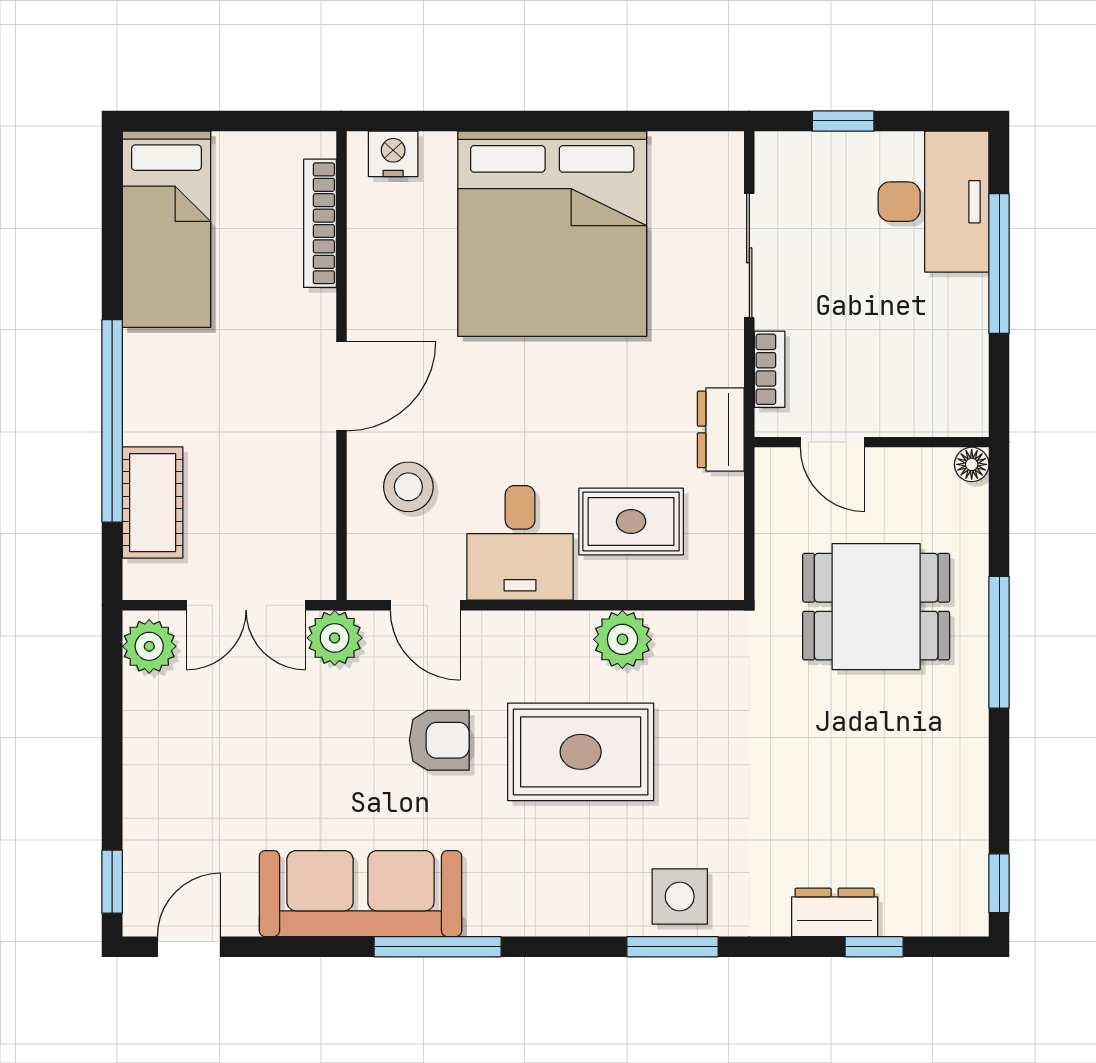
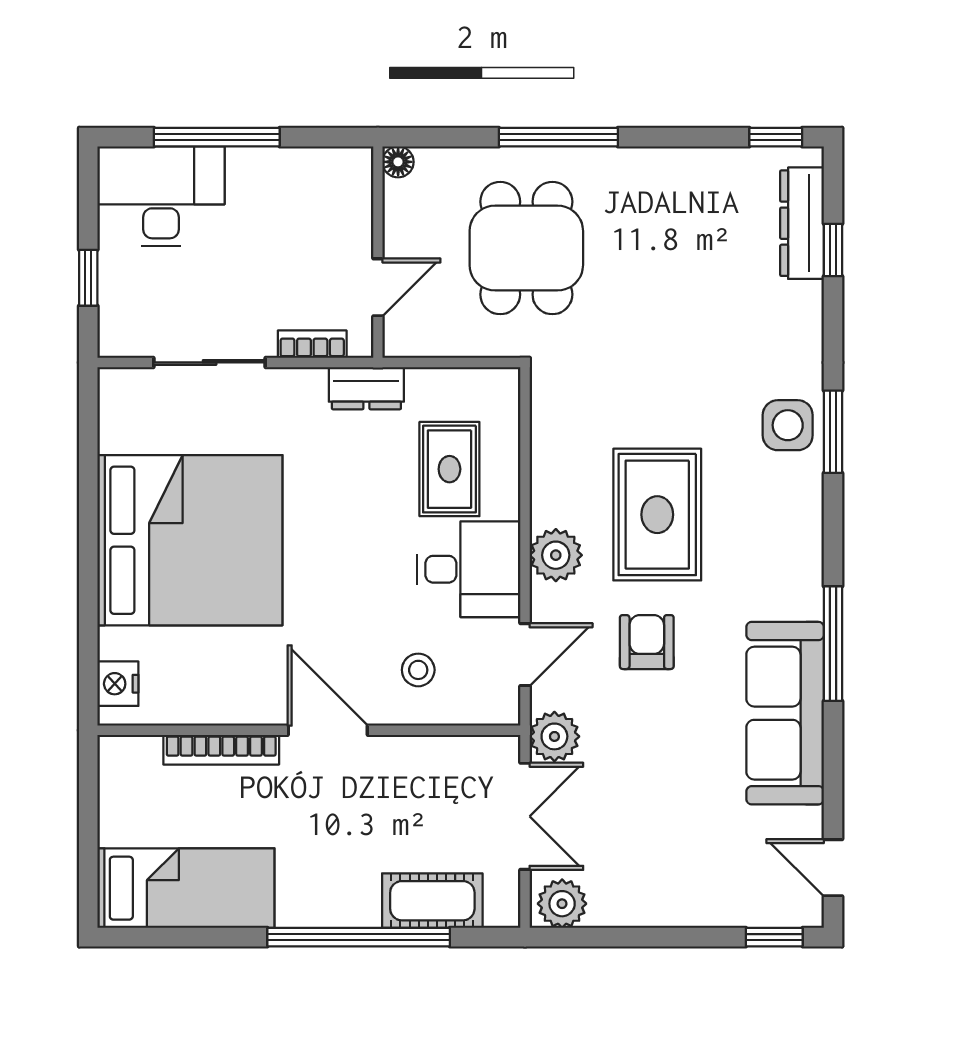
bookcase: (320, 223) -> (221, 750), moved
stool: (408, 487) -> (418, 670), width x0.73, depth x0.73
plant: (622, 639) -> (556, 555), moved
dresser: (835, 912) -> (802, 223), moved, width x1.44

